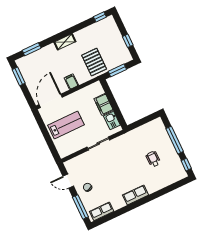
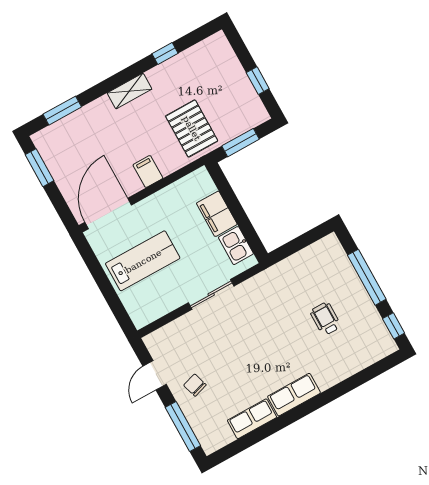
window: (100, 17) -> (165, 54), moved
door: (68, 181) -> (155, 375), hinge flipped
row of seats: (102, 211) -> (252, 419), moved

